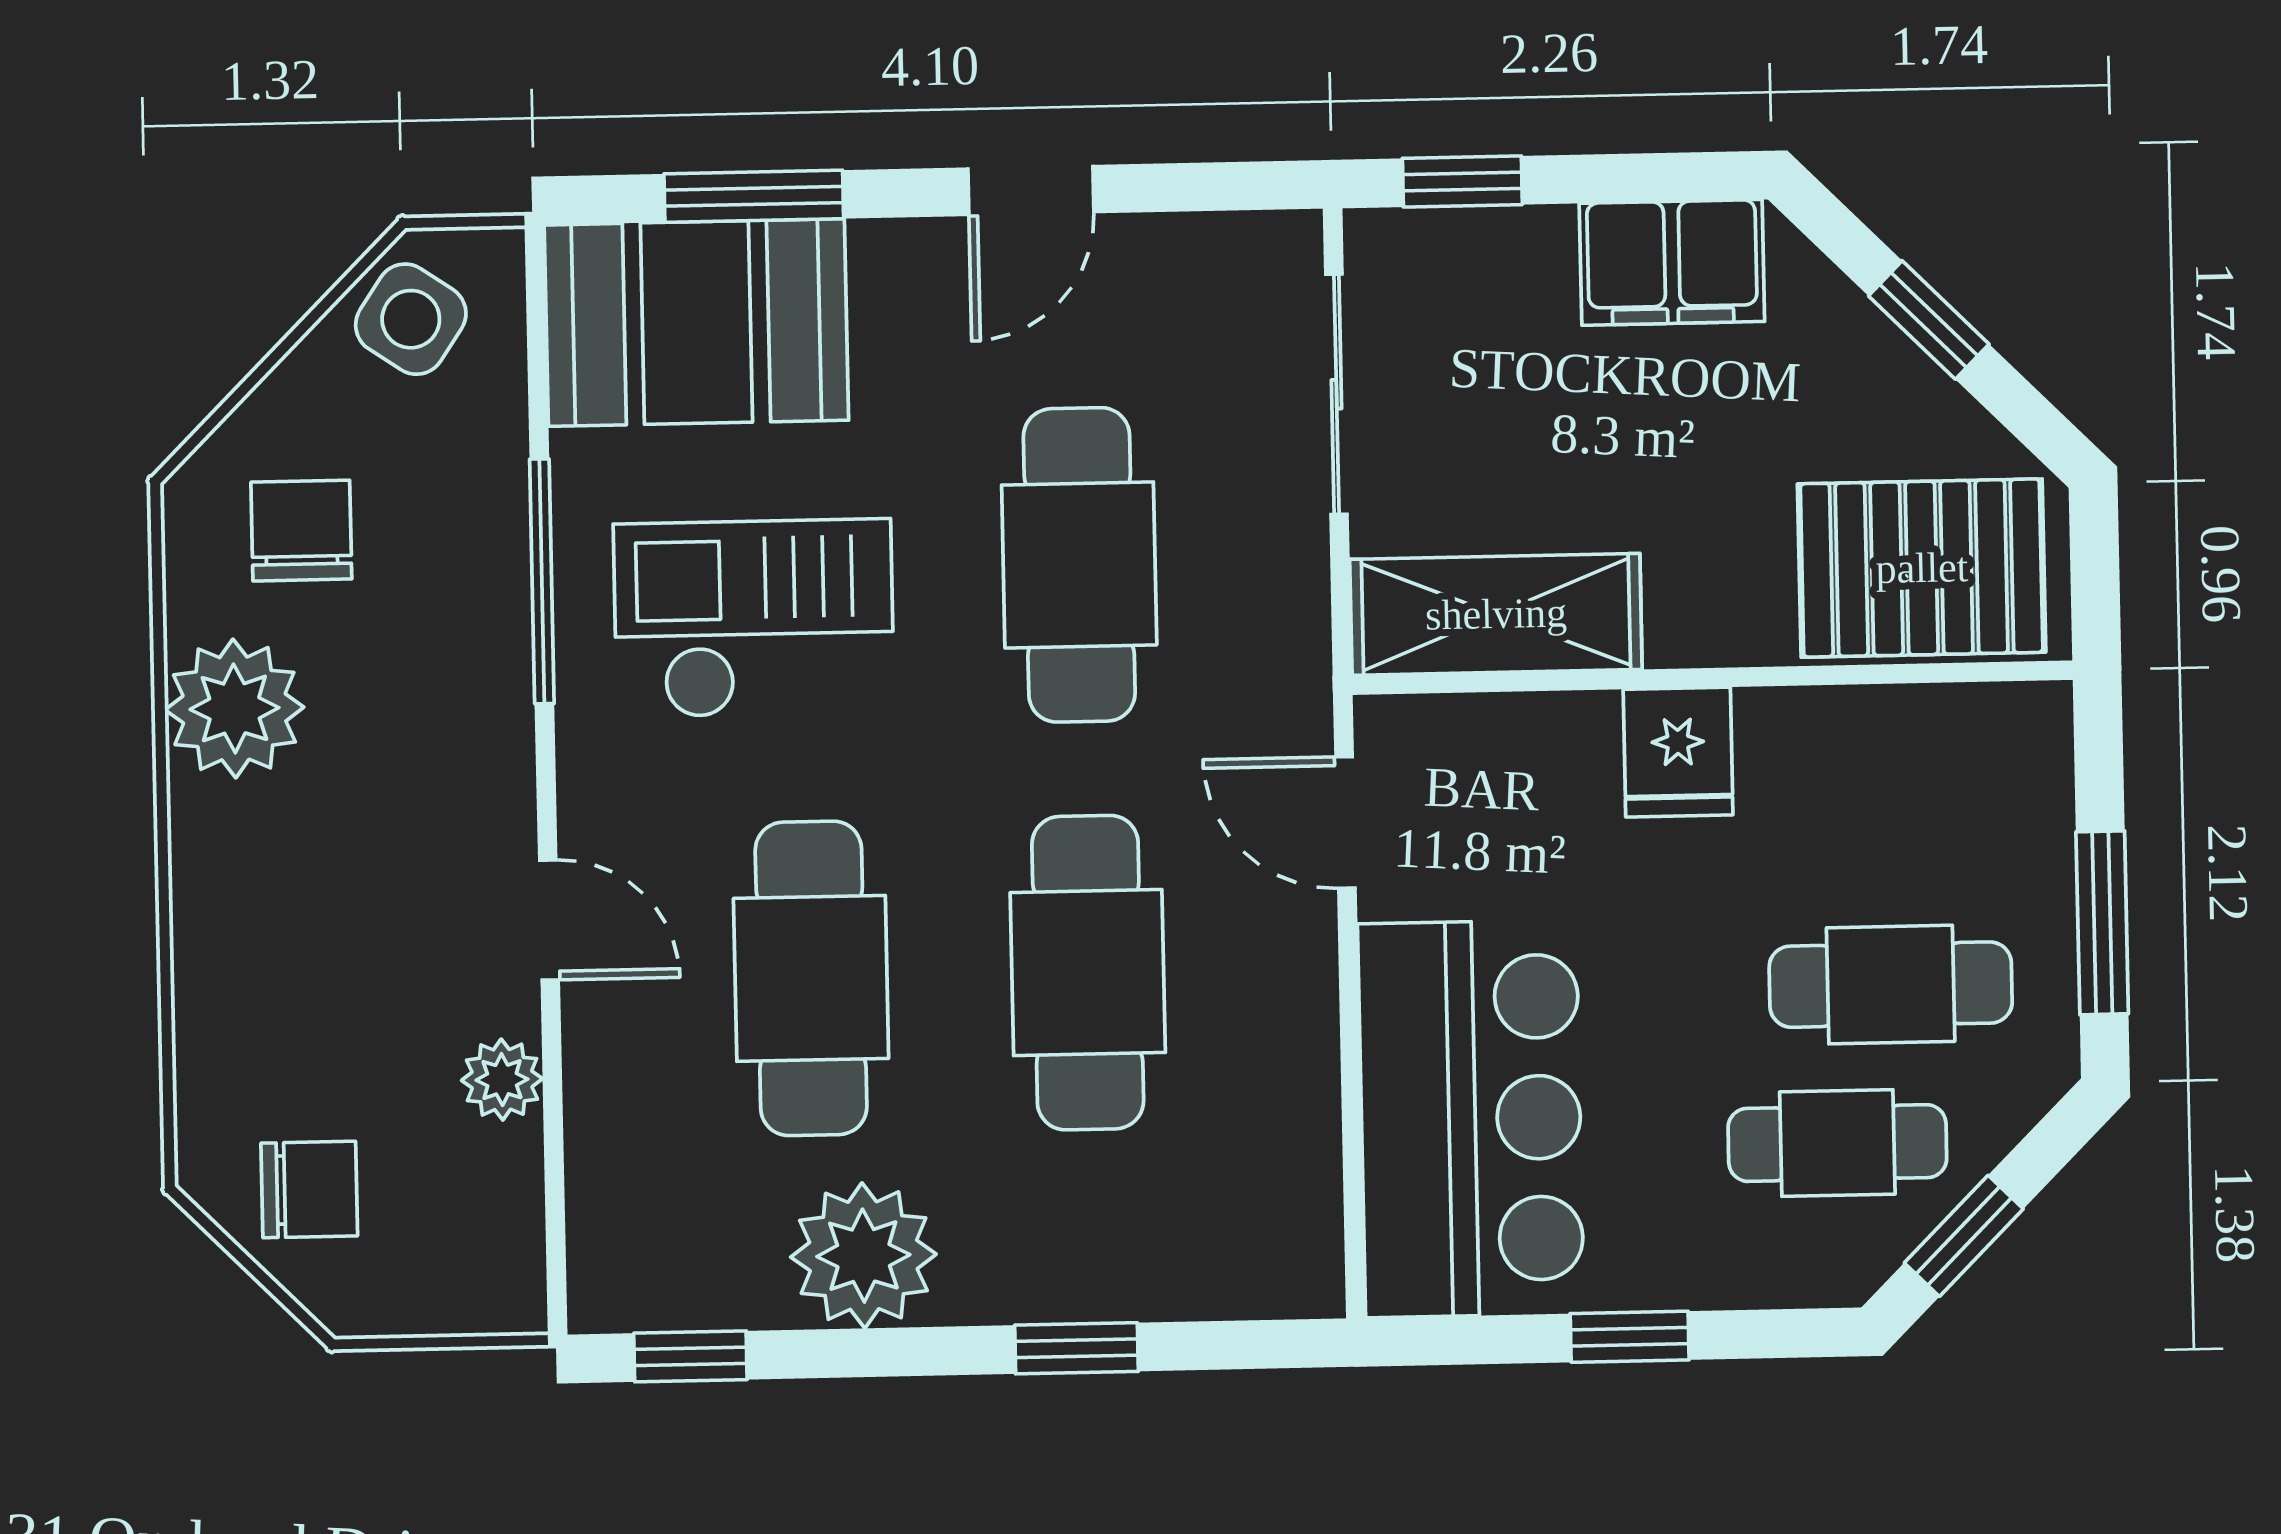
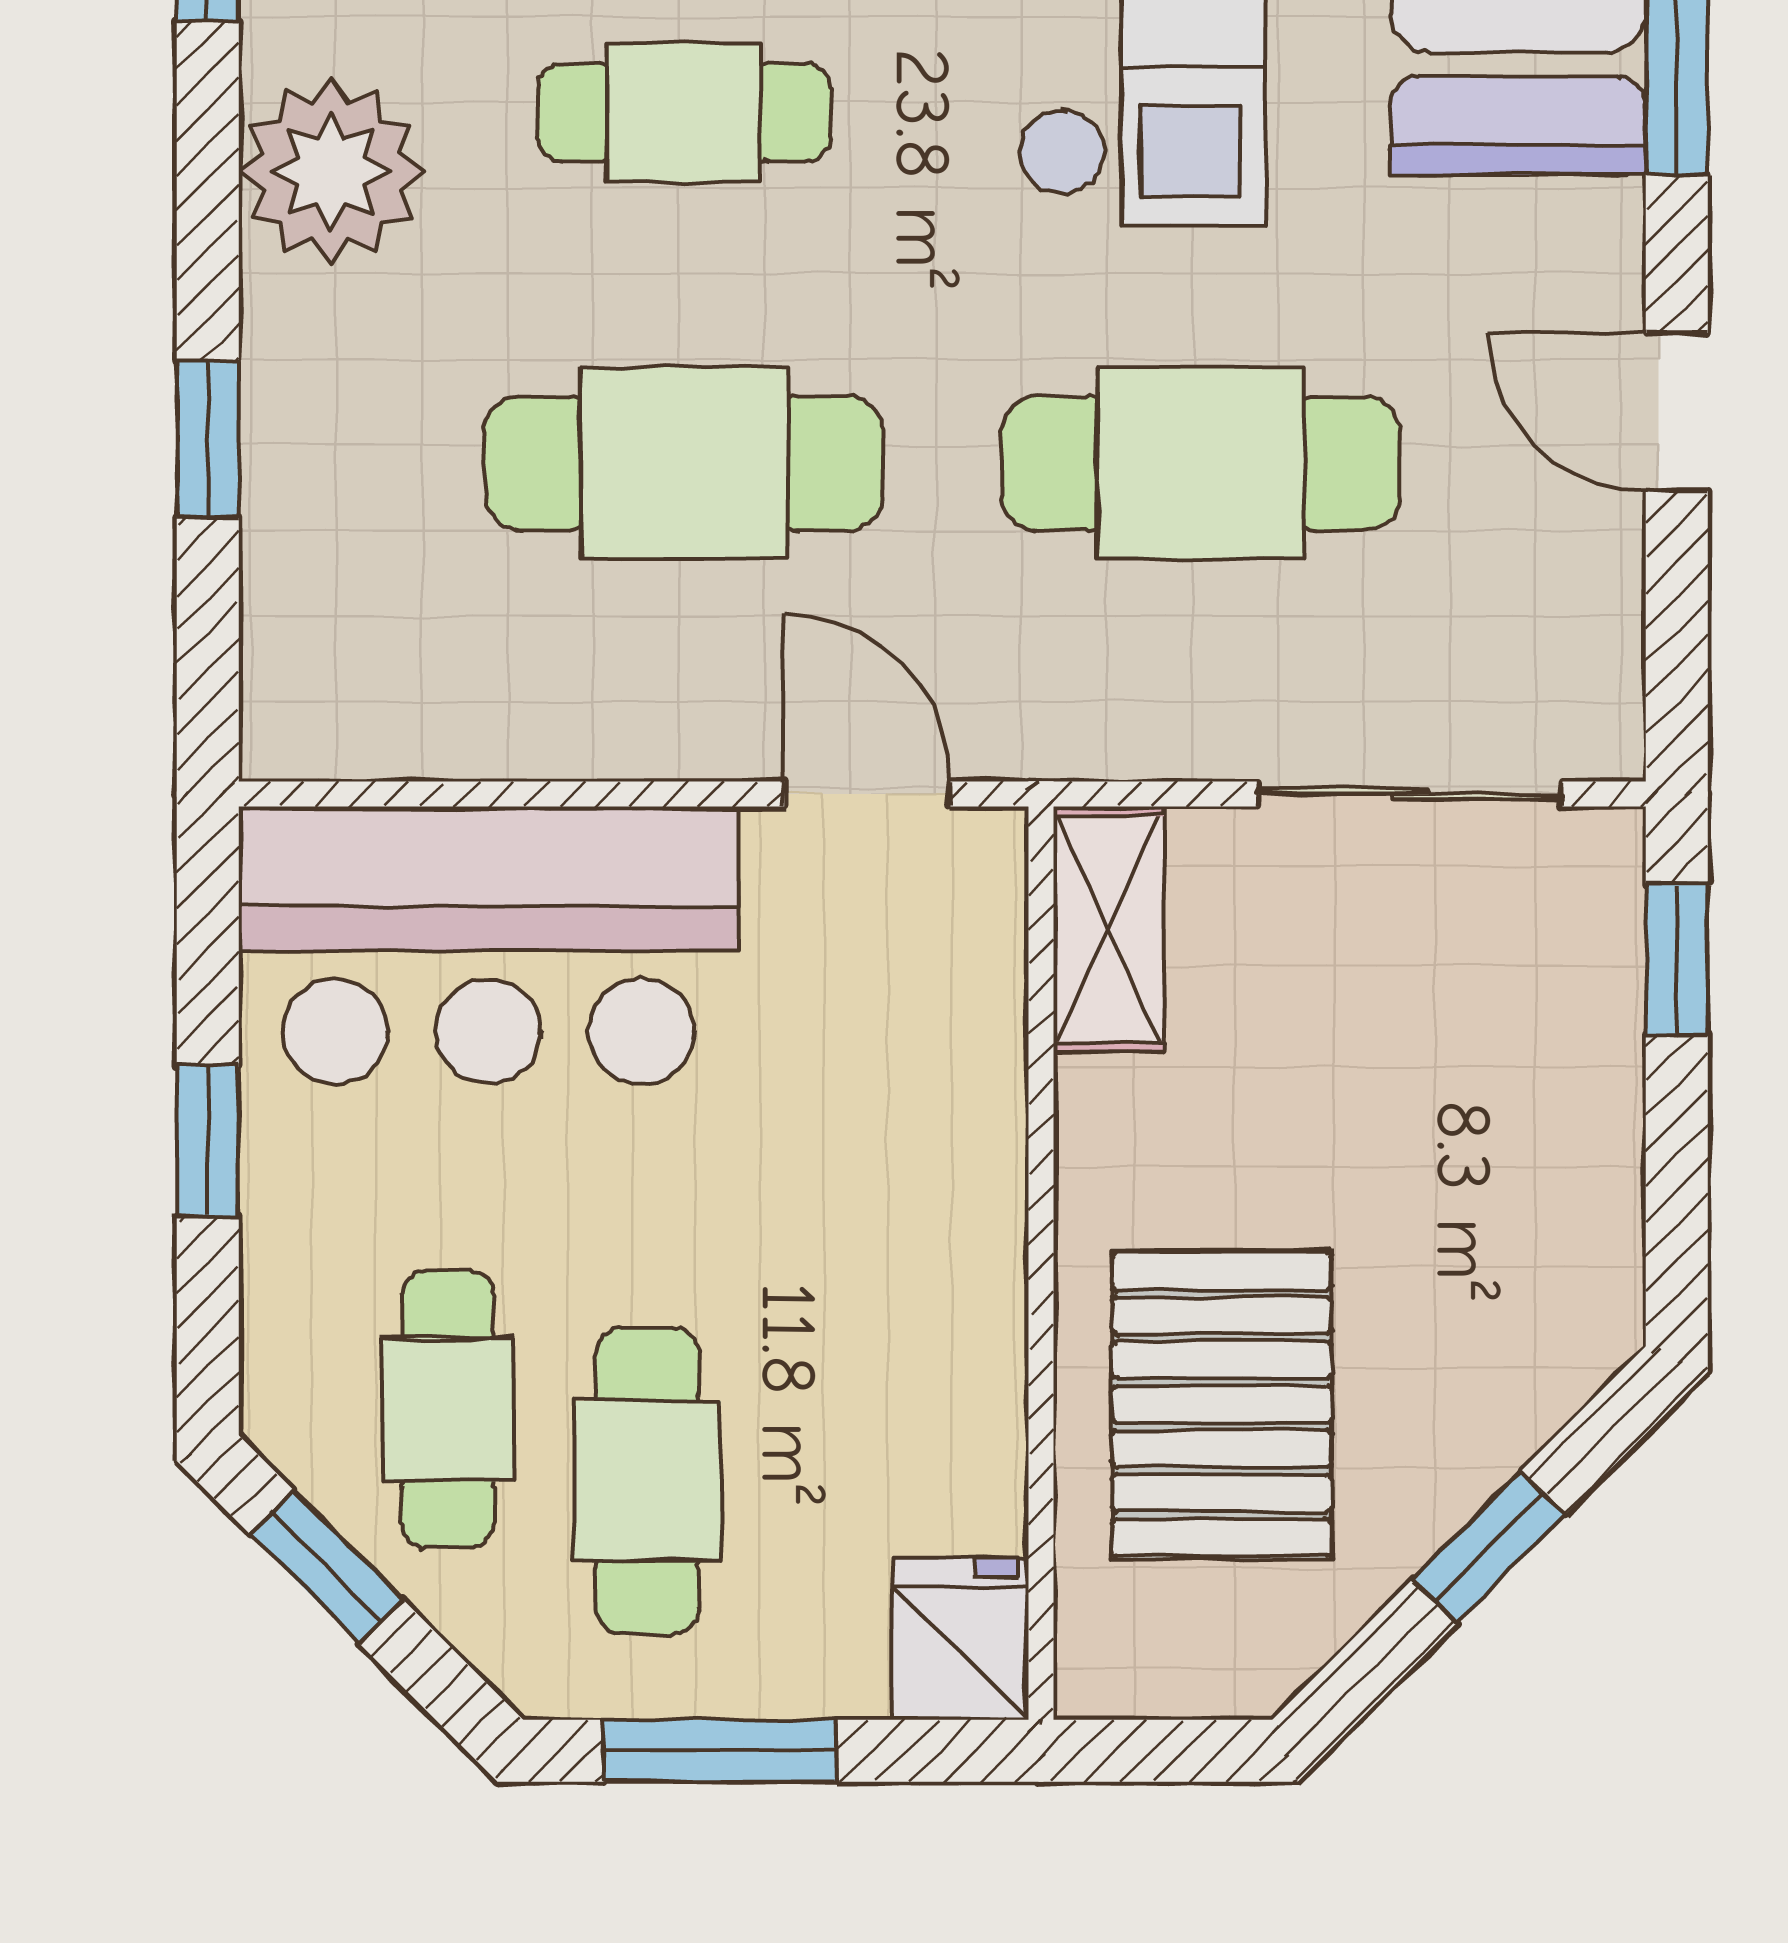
filing cabinet: (1672, 262) -> (1569, 1223), removed
pallet: (1922, 568) -> (1222, 1404), moved
shelving: (1496, 614) -> (1109, 929), width x0.67, depth x0.75
fridge: (1678, 752) -> (961, 1639), moved, turned 90
door: (1345, 822) -> (867, 794), hinge flipped
cafe table: (811, 978) -> (684, 112), width x0.73, depth x0.74

